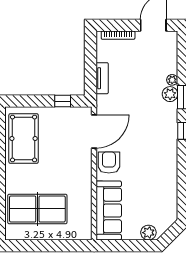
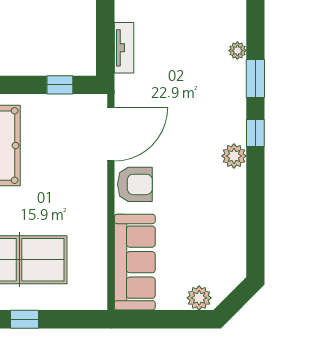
plant: (170, 94) -> (234, 156), moved
armchair: (109, 163) -> (135, 184), turned 90
window: (41, 246) -> (24, 319), added

